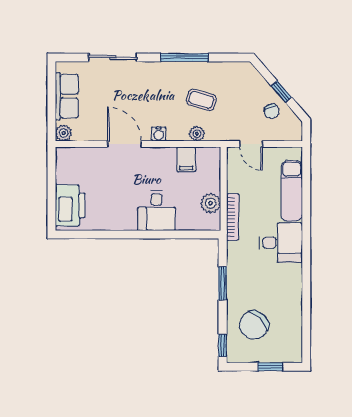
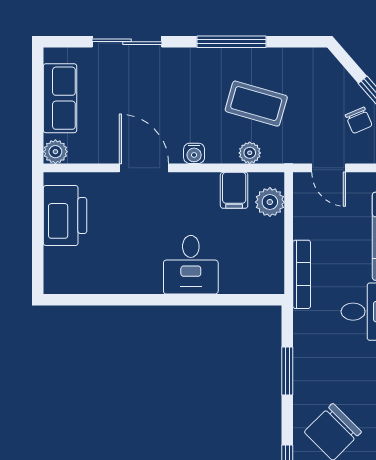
coffee table: (201, 100) -> (256, 104), width x1.36, depth x1.30
plant: (211, 203) -> (270, 202), moved
printer: (70, 206) -> (65, 216), moved

